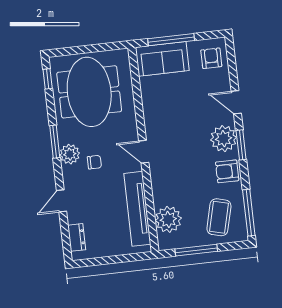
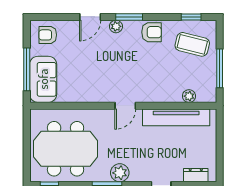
plant: (224, 139) -> (116, 26), width x0.53, depth x0.53
chair: (94, 162) -> (130, 151), removed
armchair: (227, 171) -> (152, 32), turned -90
window: (249, 213) -> (191, 17), width x0.46
plant: (168, 219) -> (189, 96), width x0.53, depth x0.53

